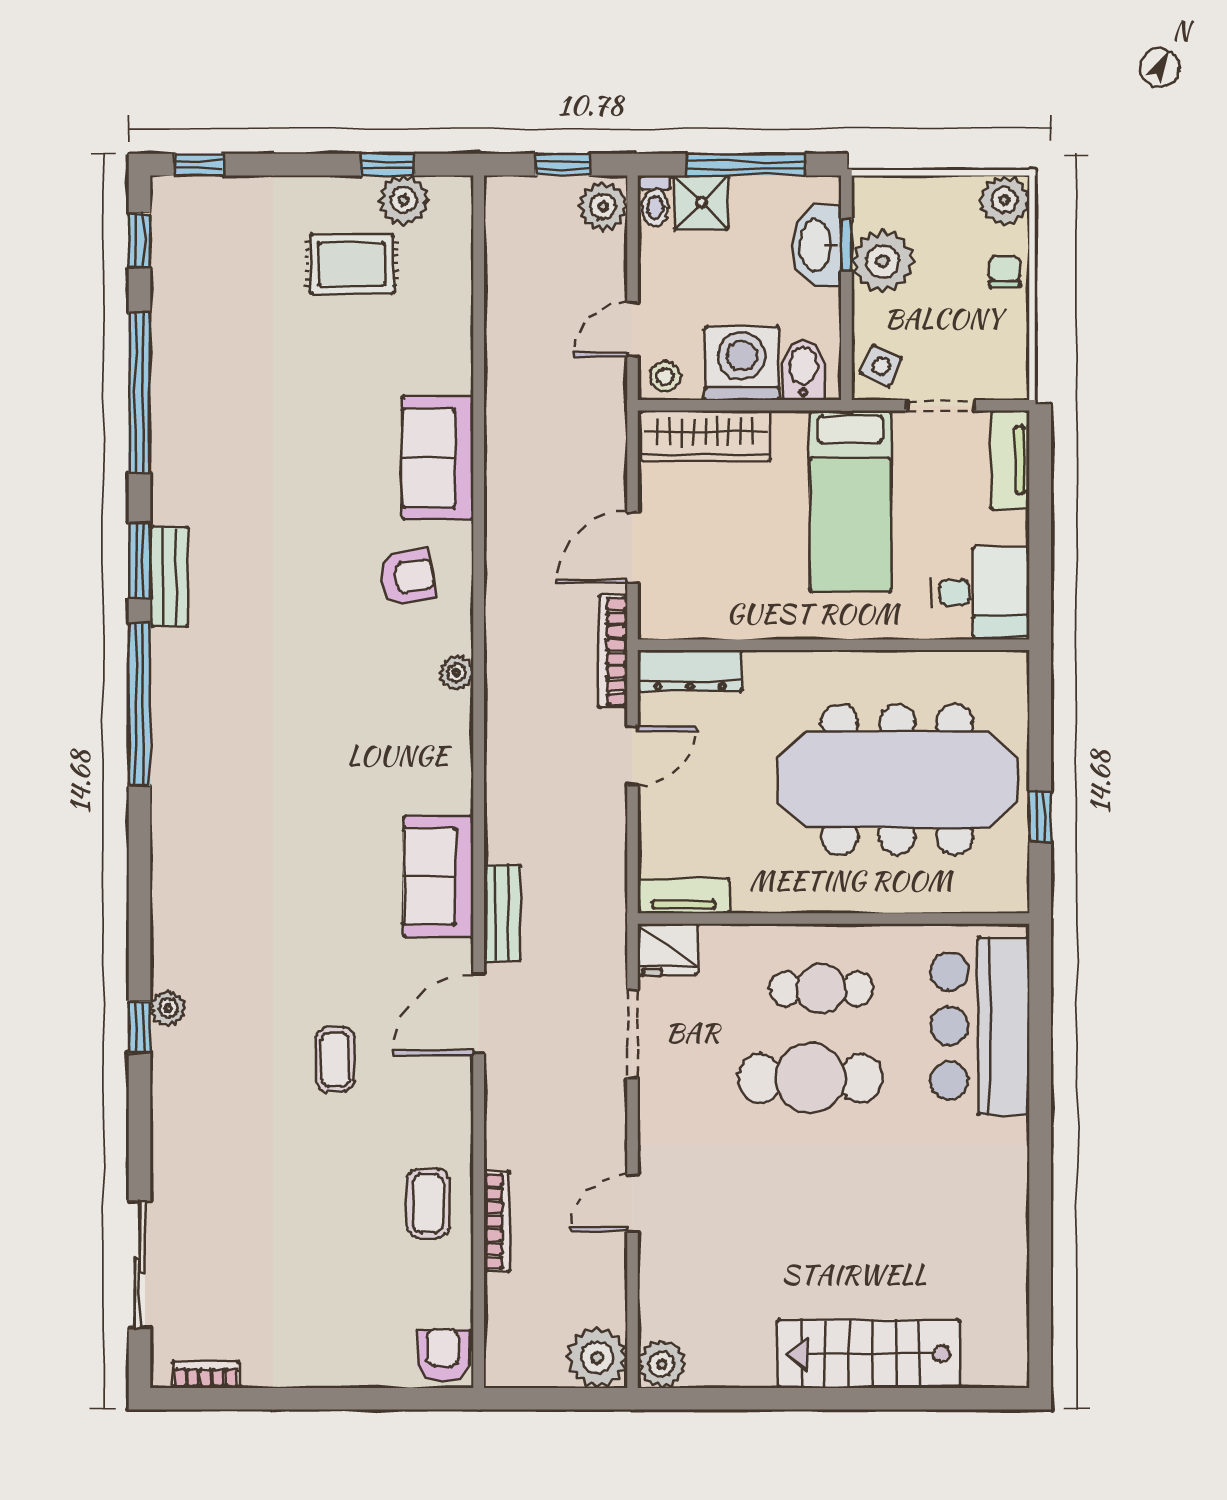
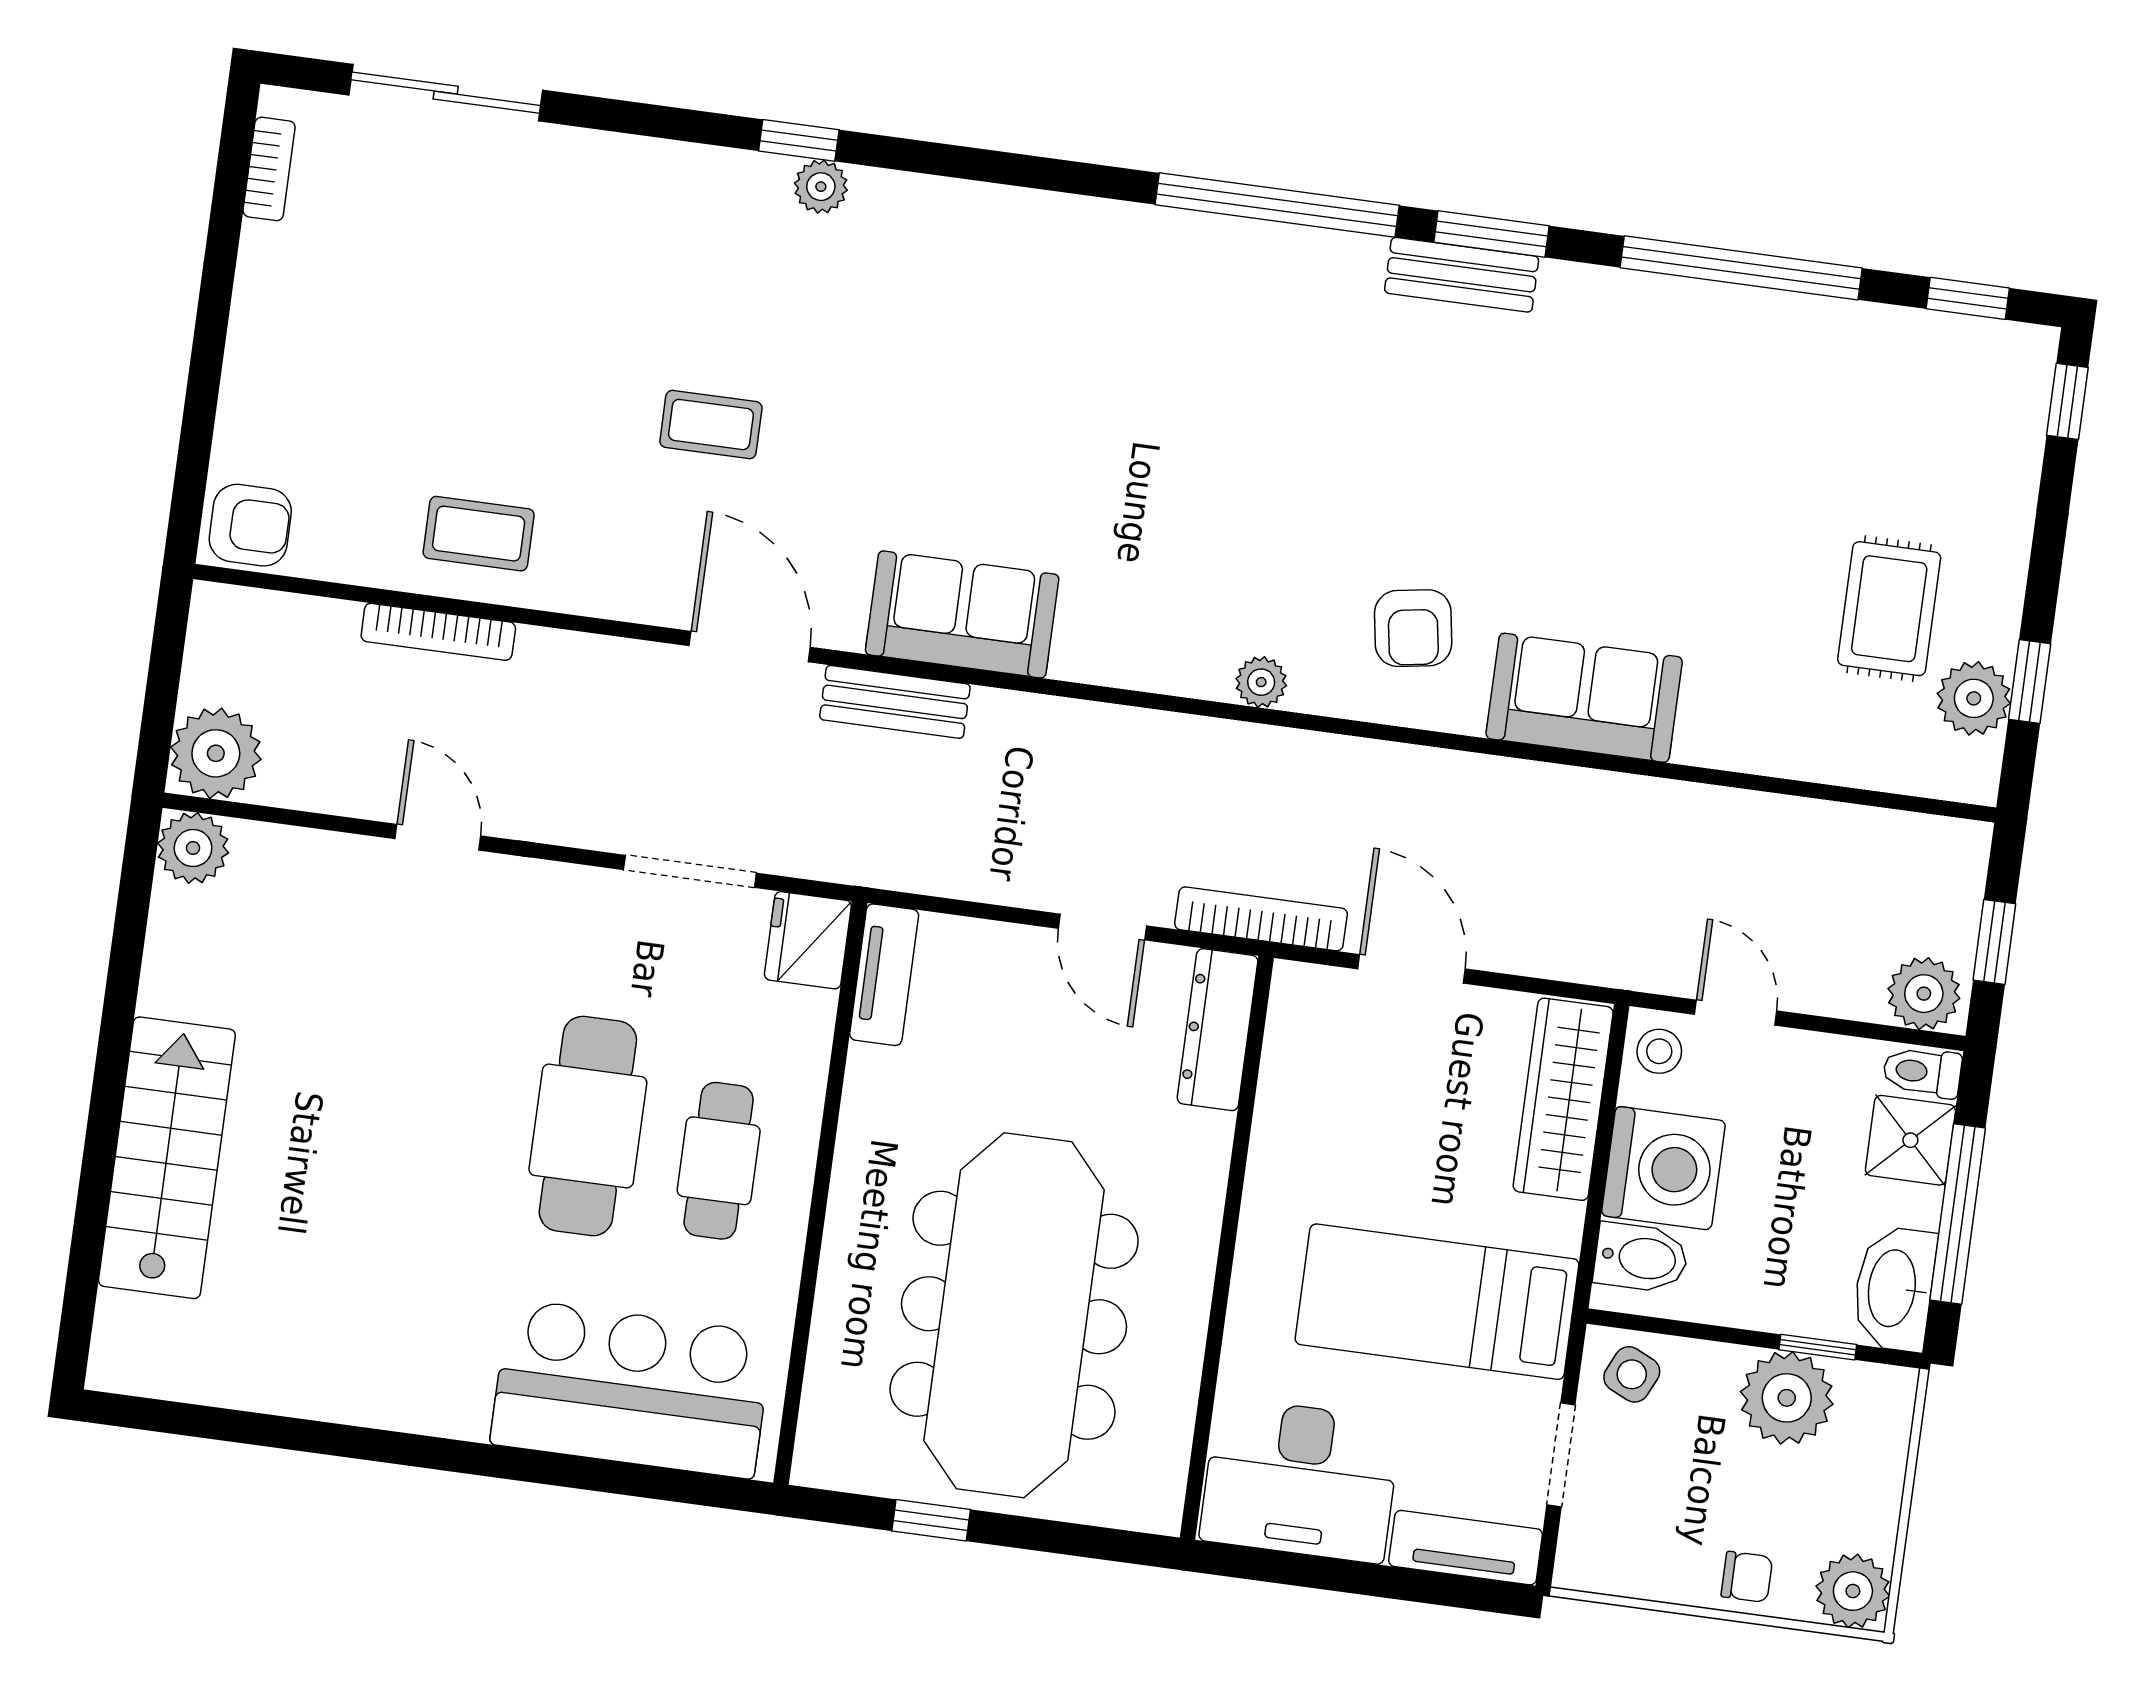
washbasin: (817, 245) -> (1894, 1289), moved, turned -90
desk: (981, 592) -> (1300, 1480), width x1.37

